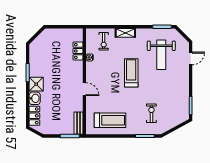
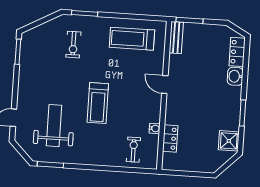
shelving: (125, 33) -> (102, 160), removed
shower: (36, 84) -> (229, 141), moved

